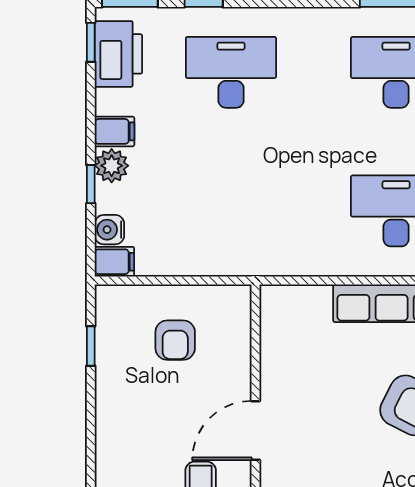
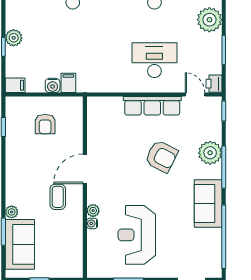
filing cabinet: (115, 131) -> (68, 83), moved, turned -90
water cooler: (109, 230) -> (53, 85), moved, turned -90

